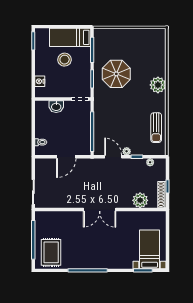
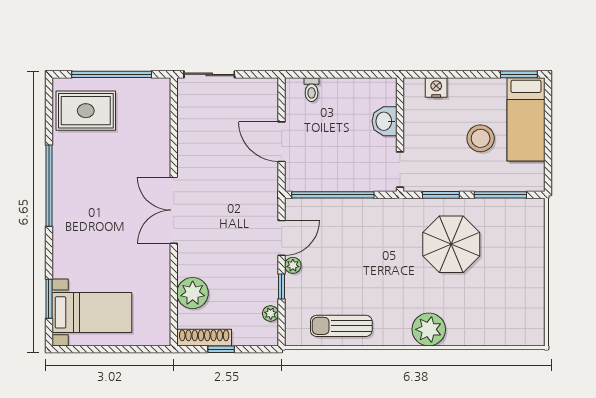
bed: (70, 37) -> (526, 119), moved, turned 180

